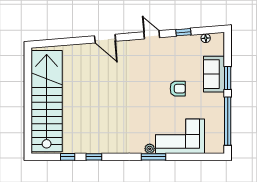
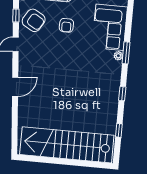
armchair: (180, 52) -> (34, 20), added
armchair: (178, 89) -> (66, 25), turned 180
window: (94, 157) -> (122, 94), moved

